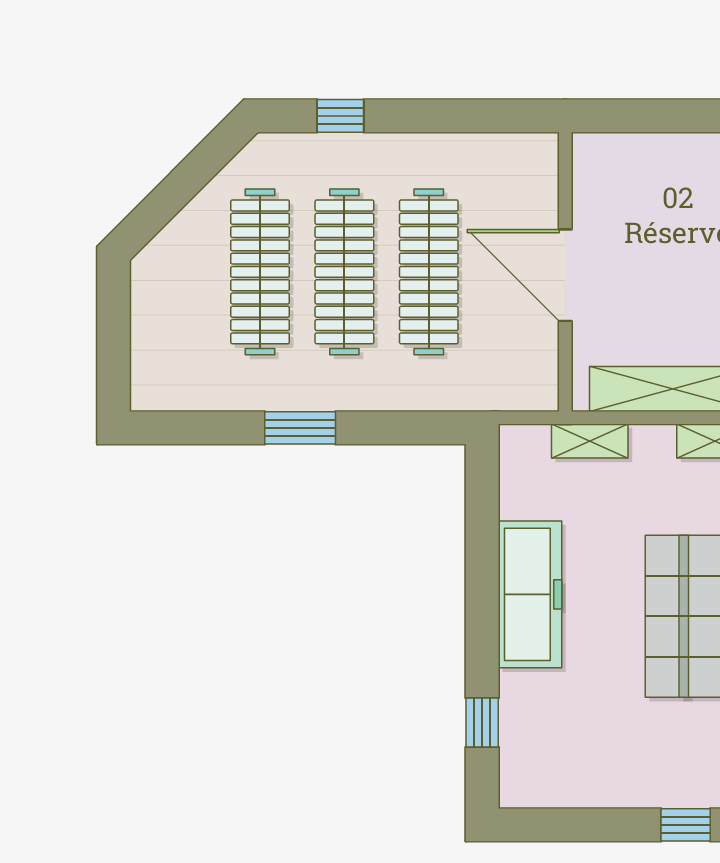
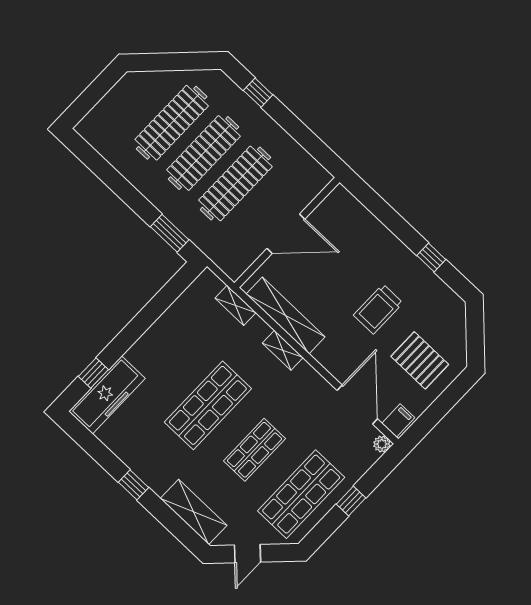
door: (565, 275) -> (286, 234), swing flipped
window: (300, 428) -> (170, 233), moved
freezer: (530, 594) -> (107, 395), moved

